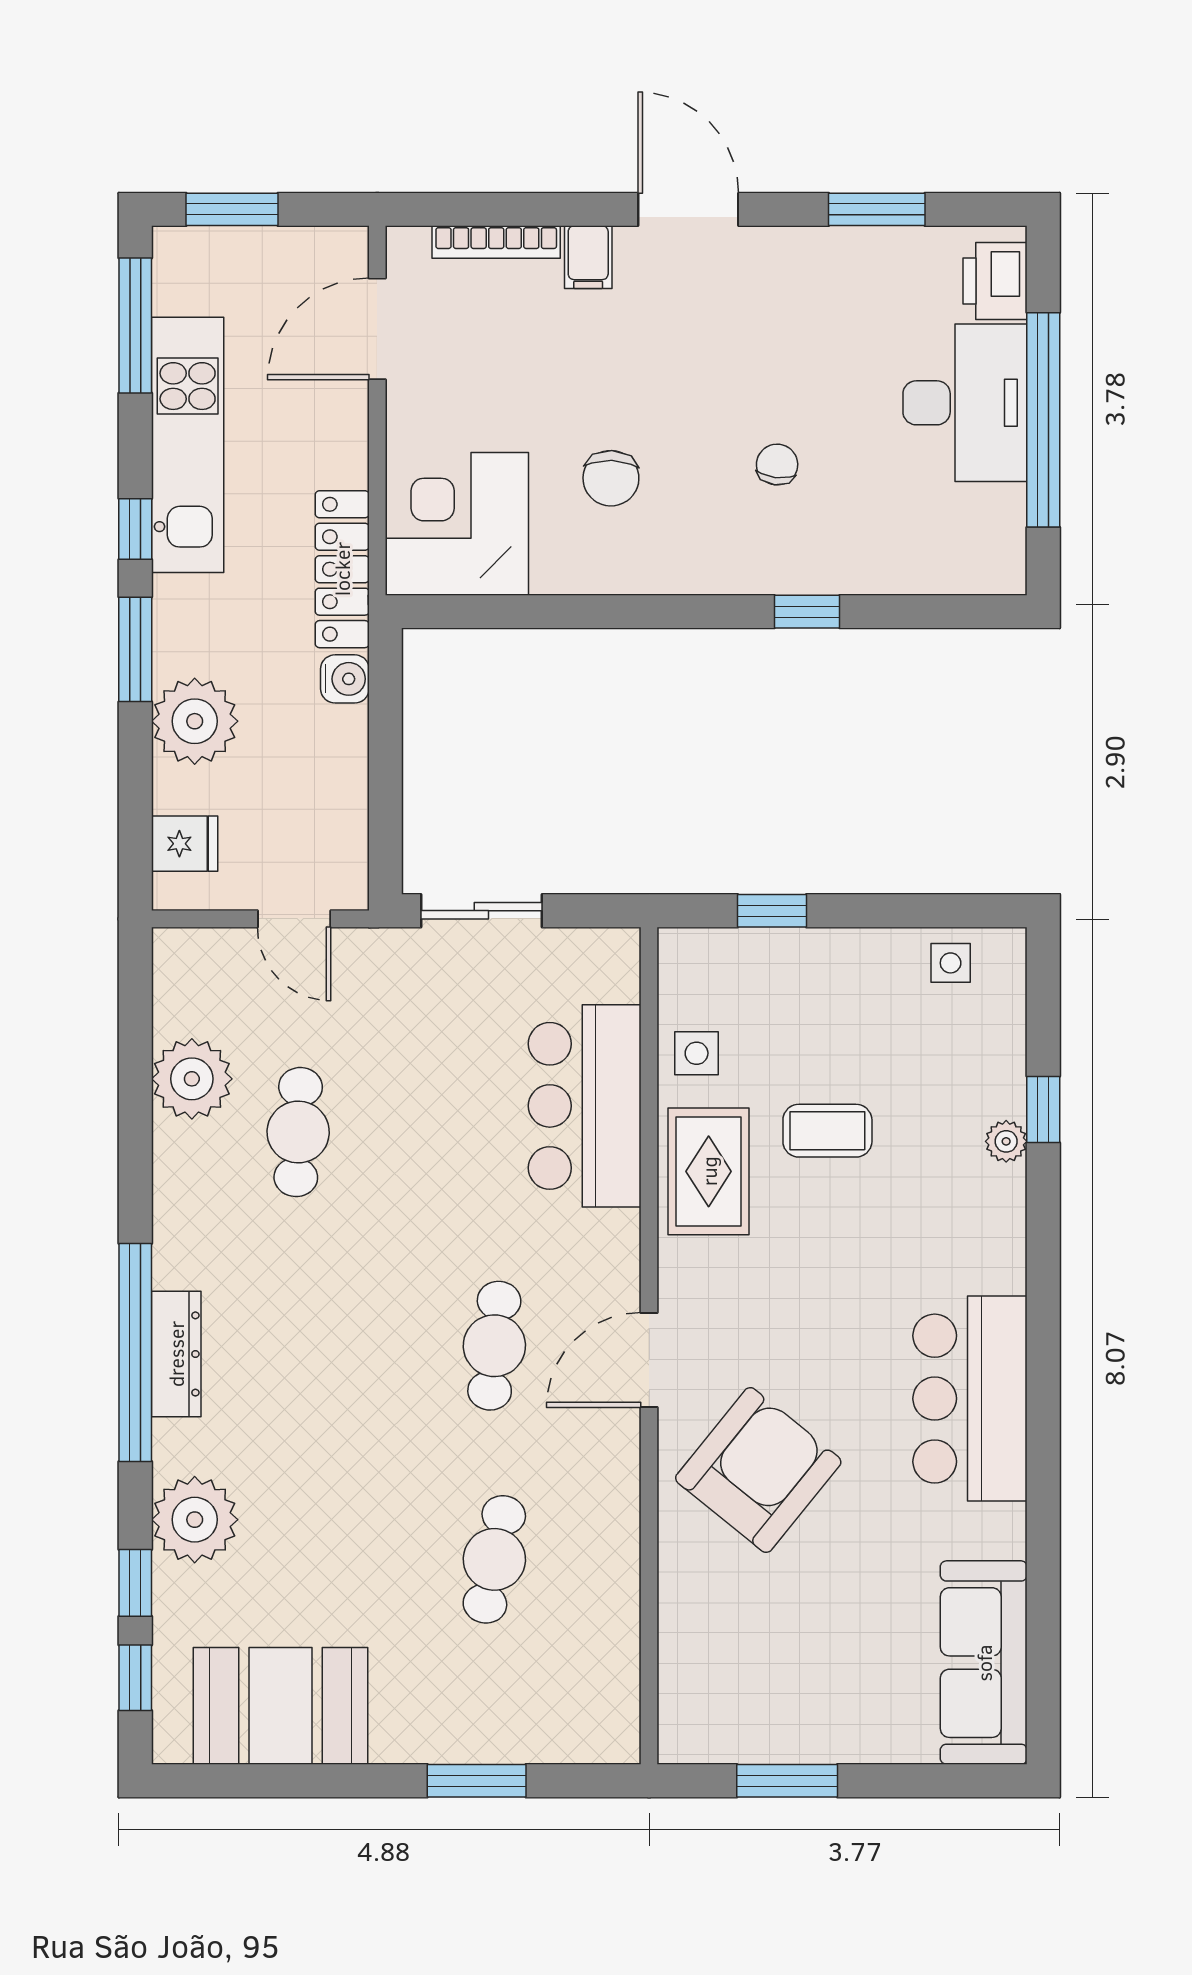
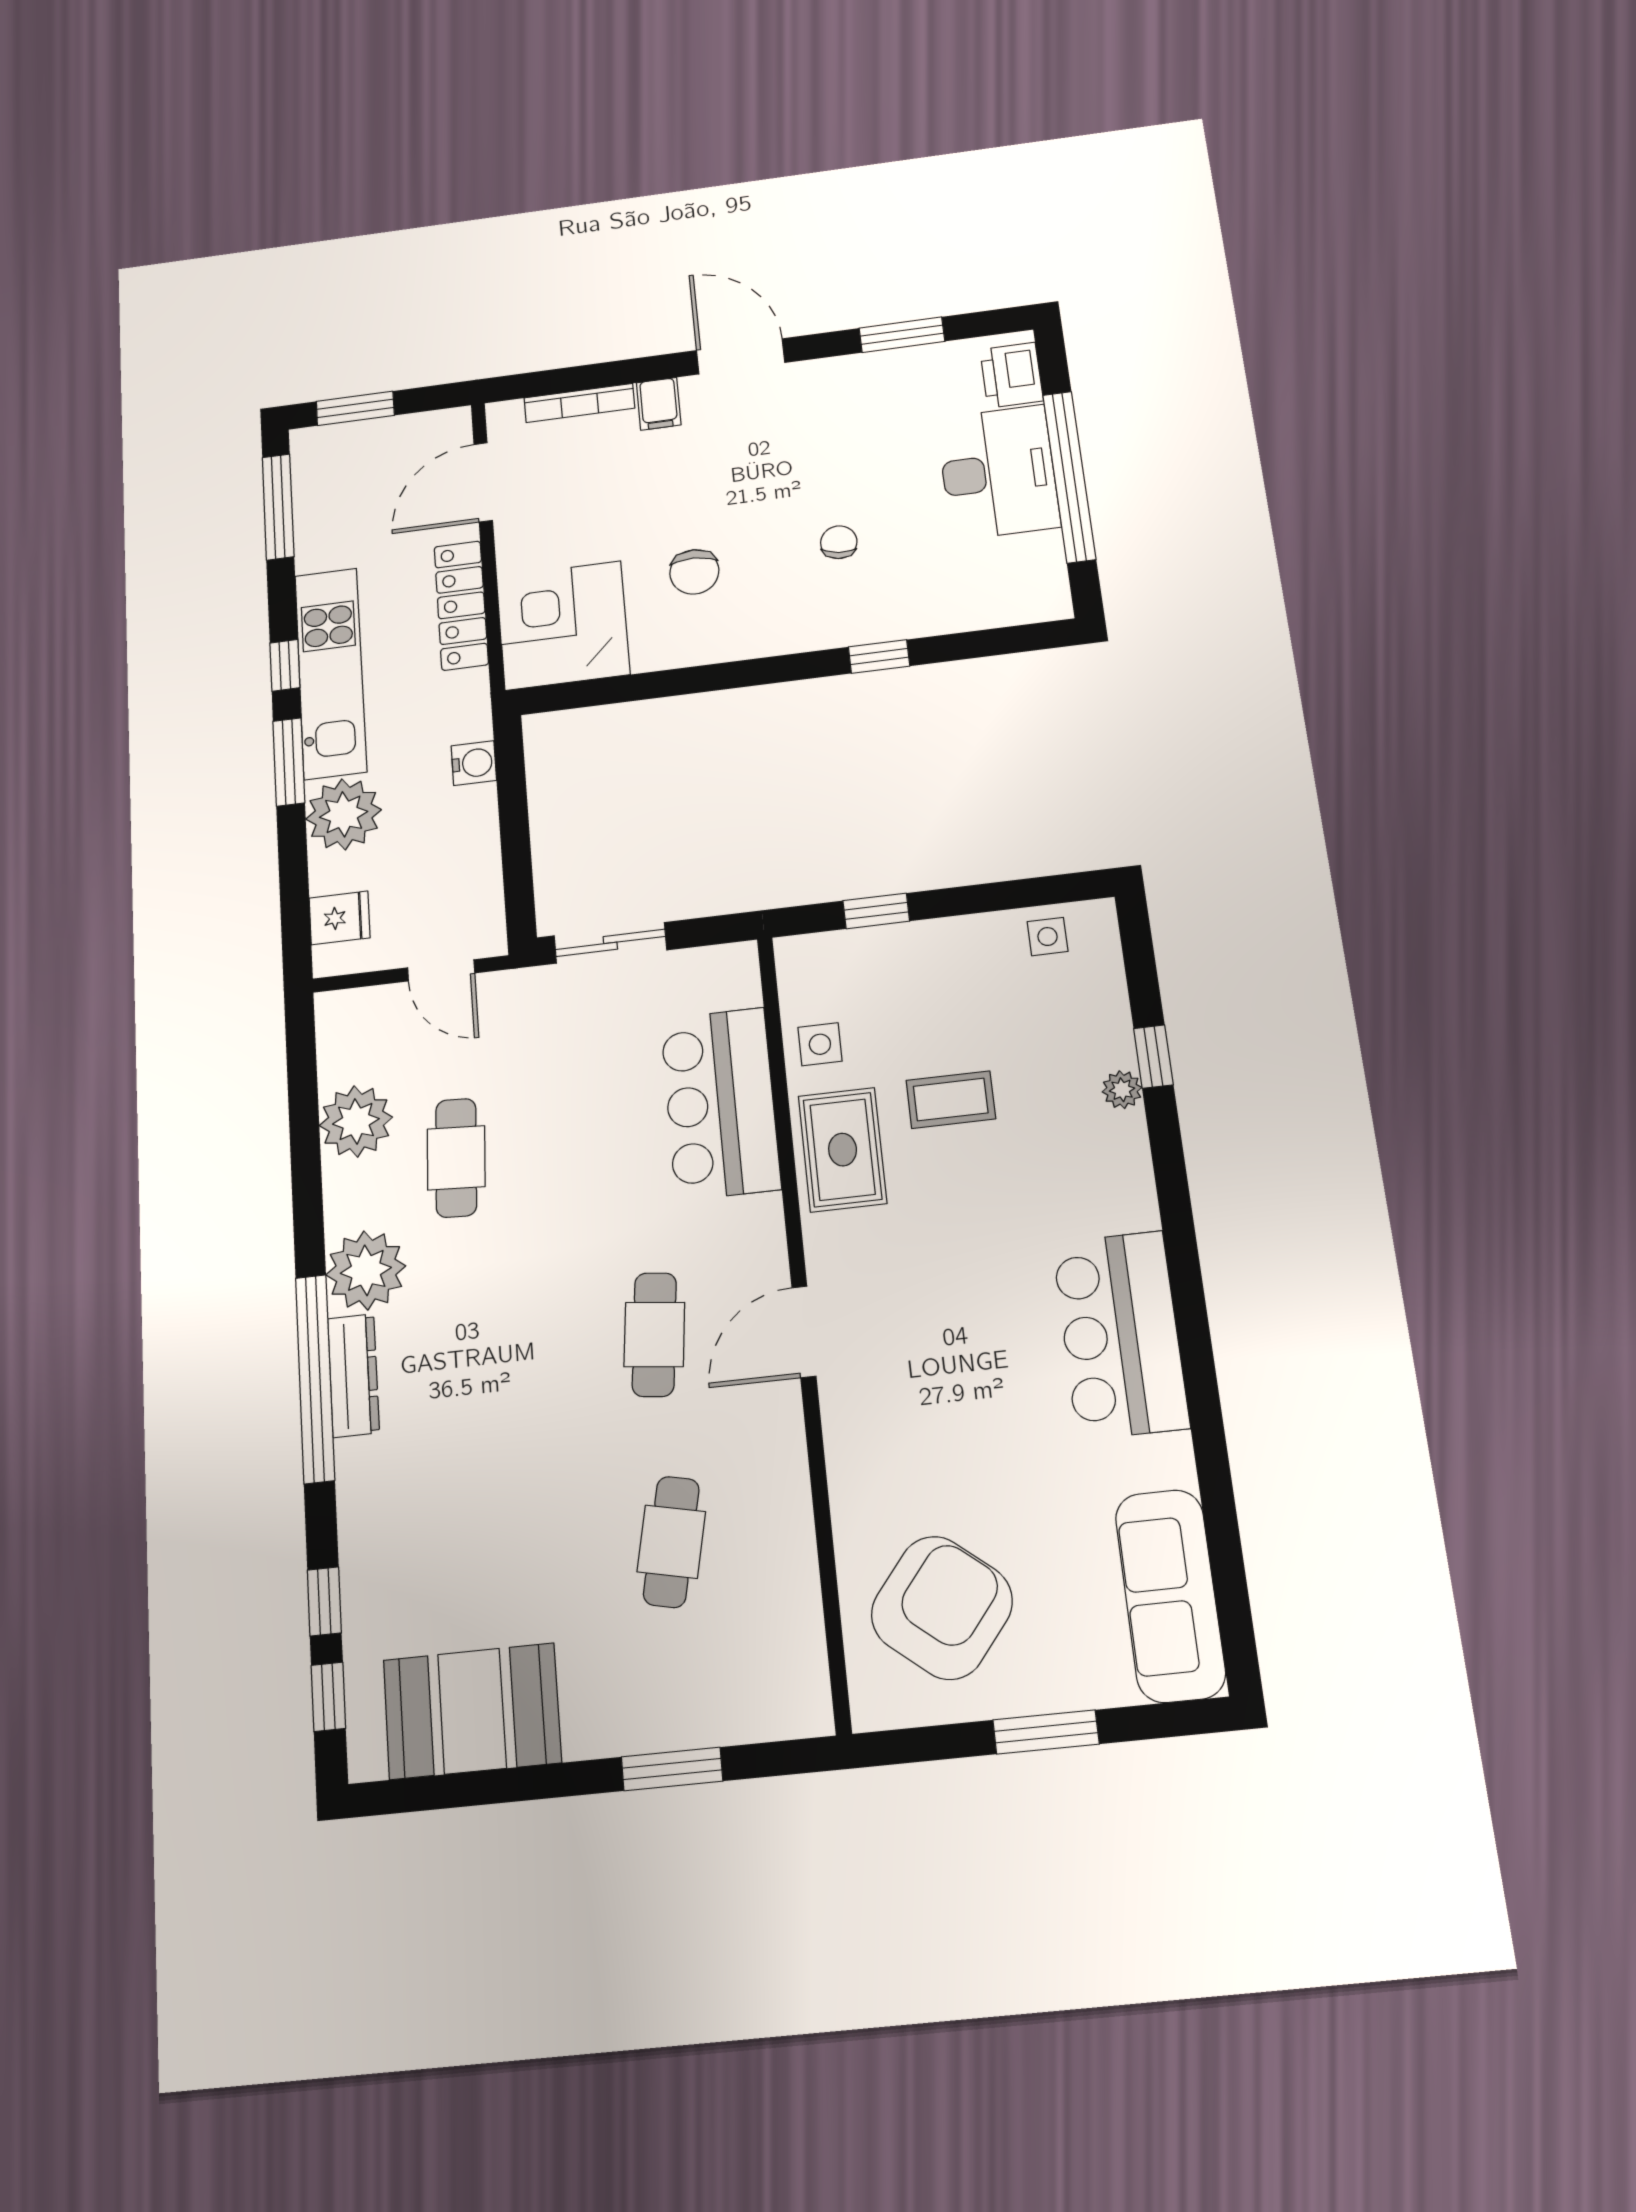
kitchen unit: (188, 445) -> (331, 673), moved
locker: (342, 569) -> (461, 605), moved
armchair: (758, 1470) -> (942, 1608), moved
plant: (195, 1520) -> (366, 1270), moved
window: (787, 1781) -> (1046, 1732), moved

